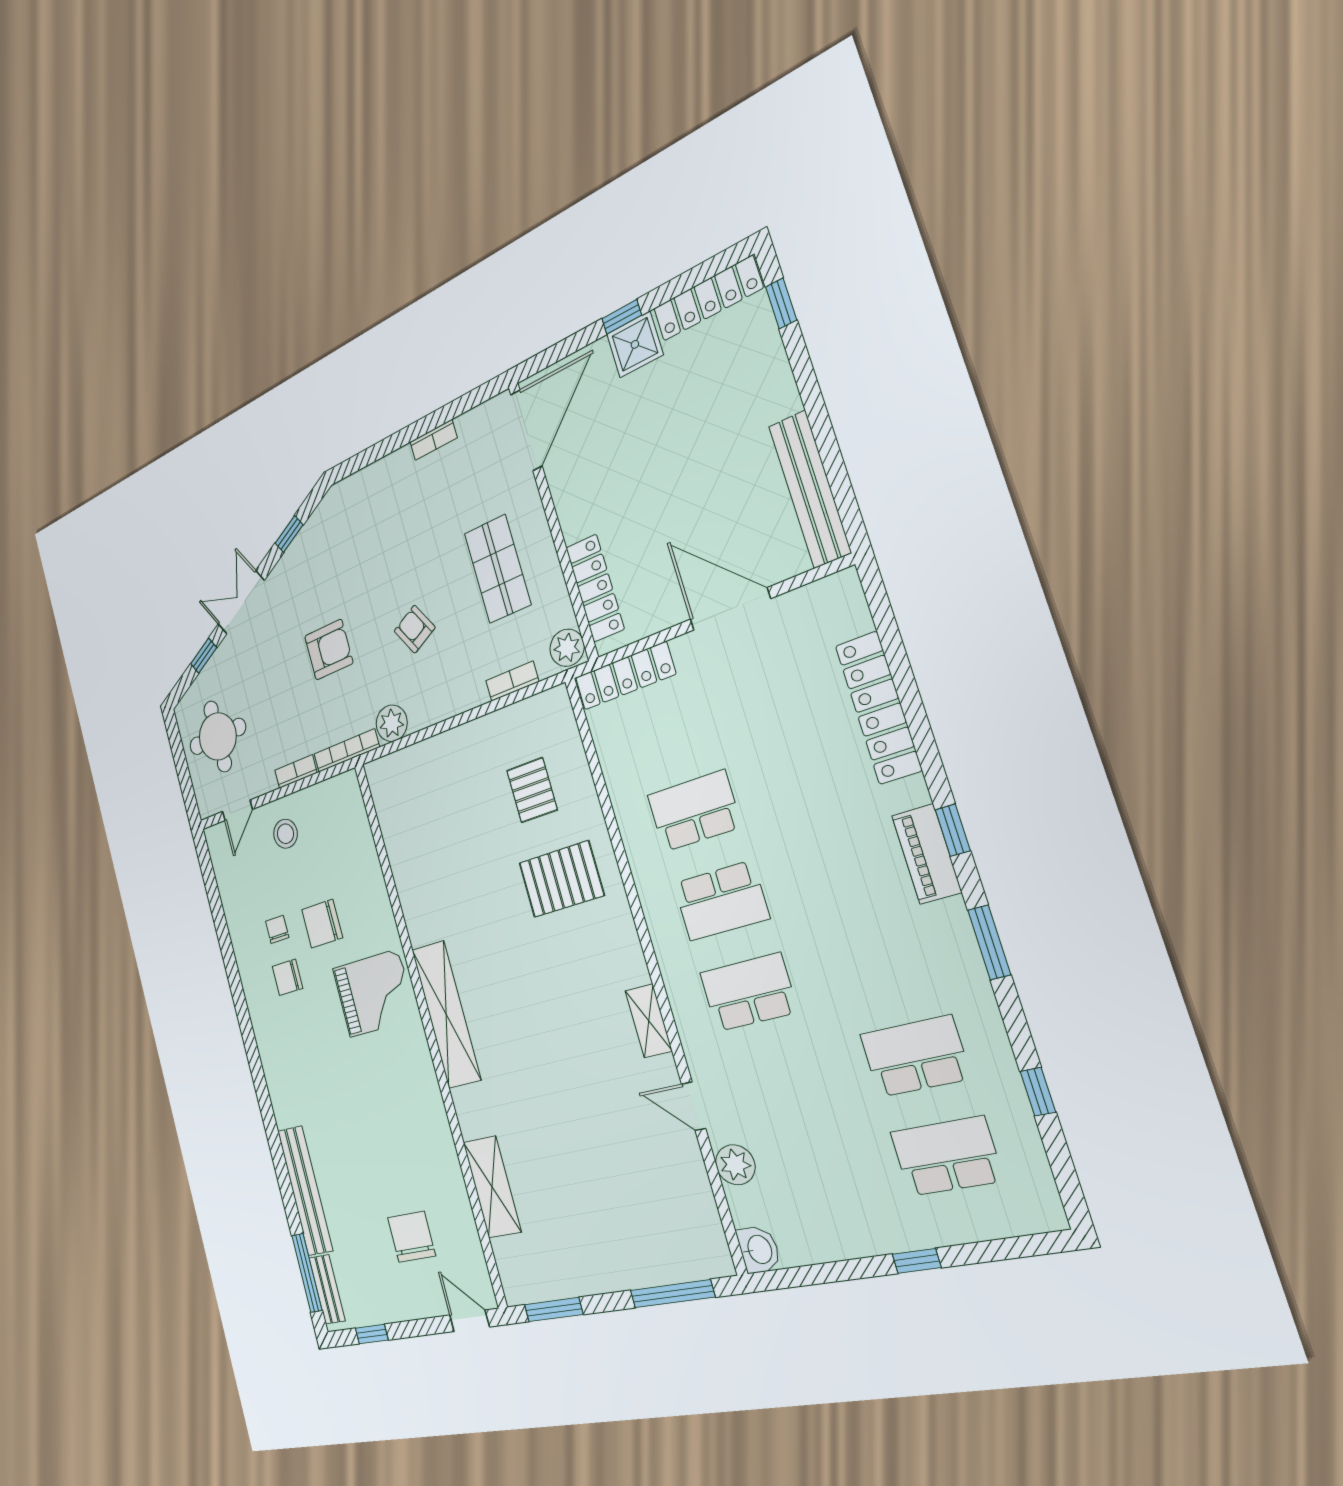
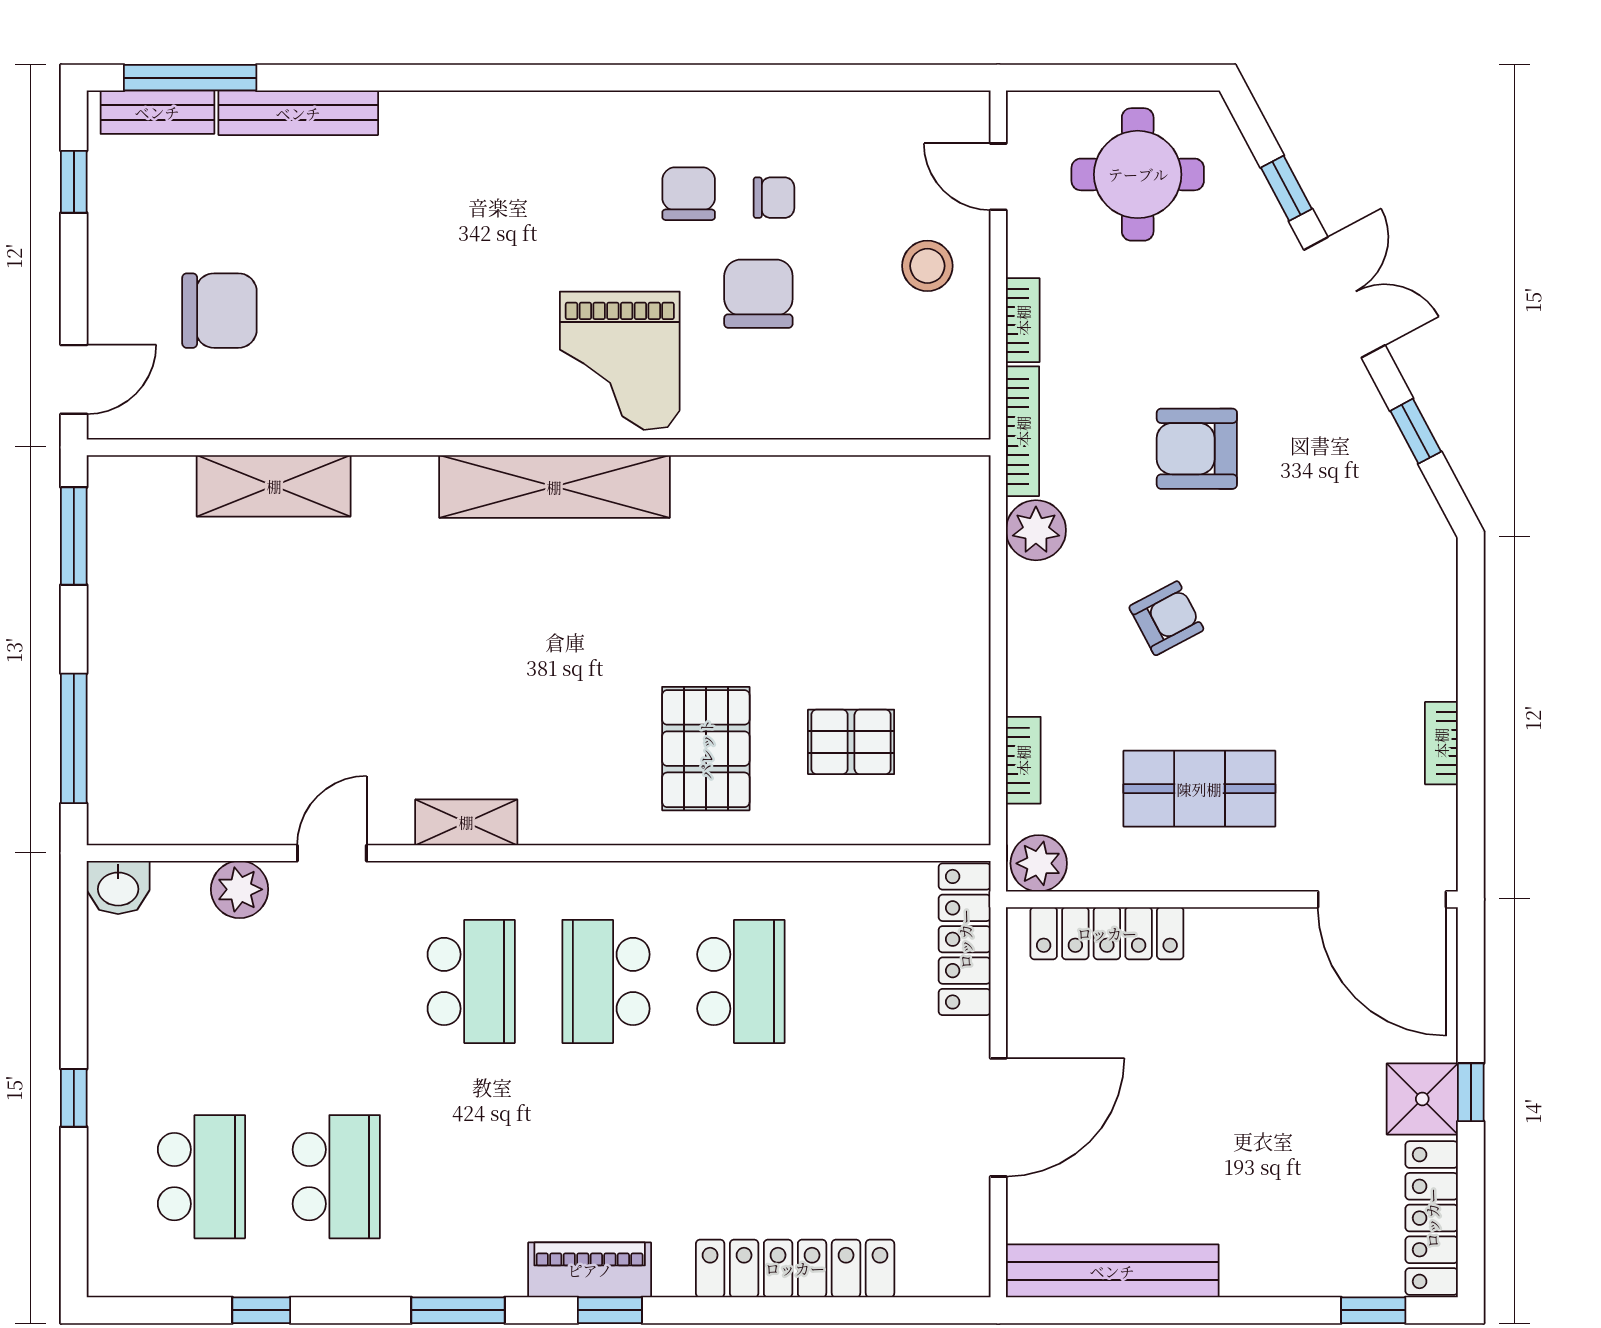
armchair: (329, 650) -> (1197, 449), turned 90
bench: (305, 1190) -> (298, 113), width x0.73, depth x0.82

